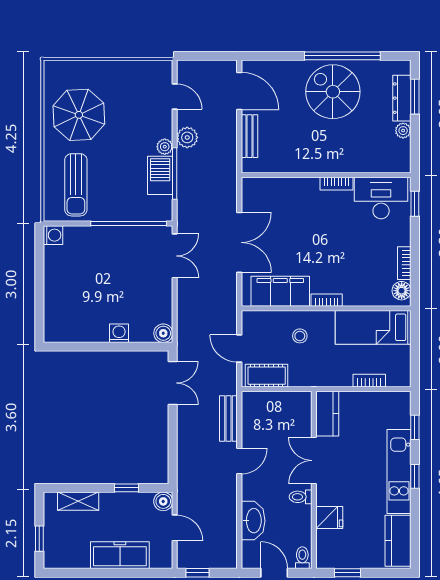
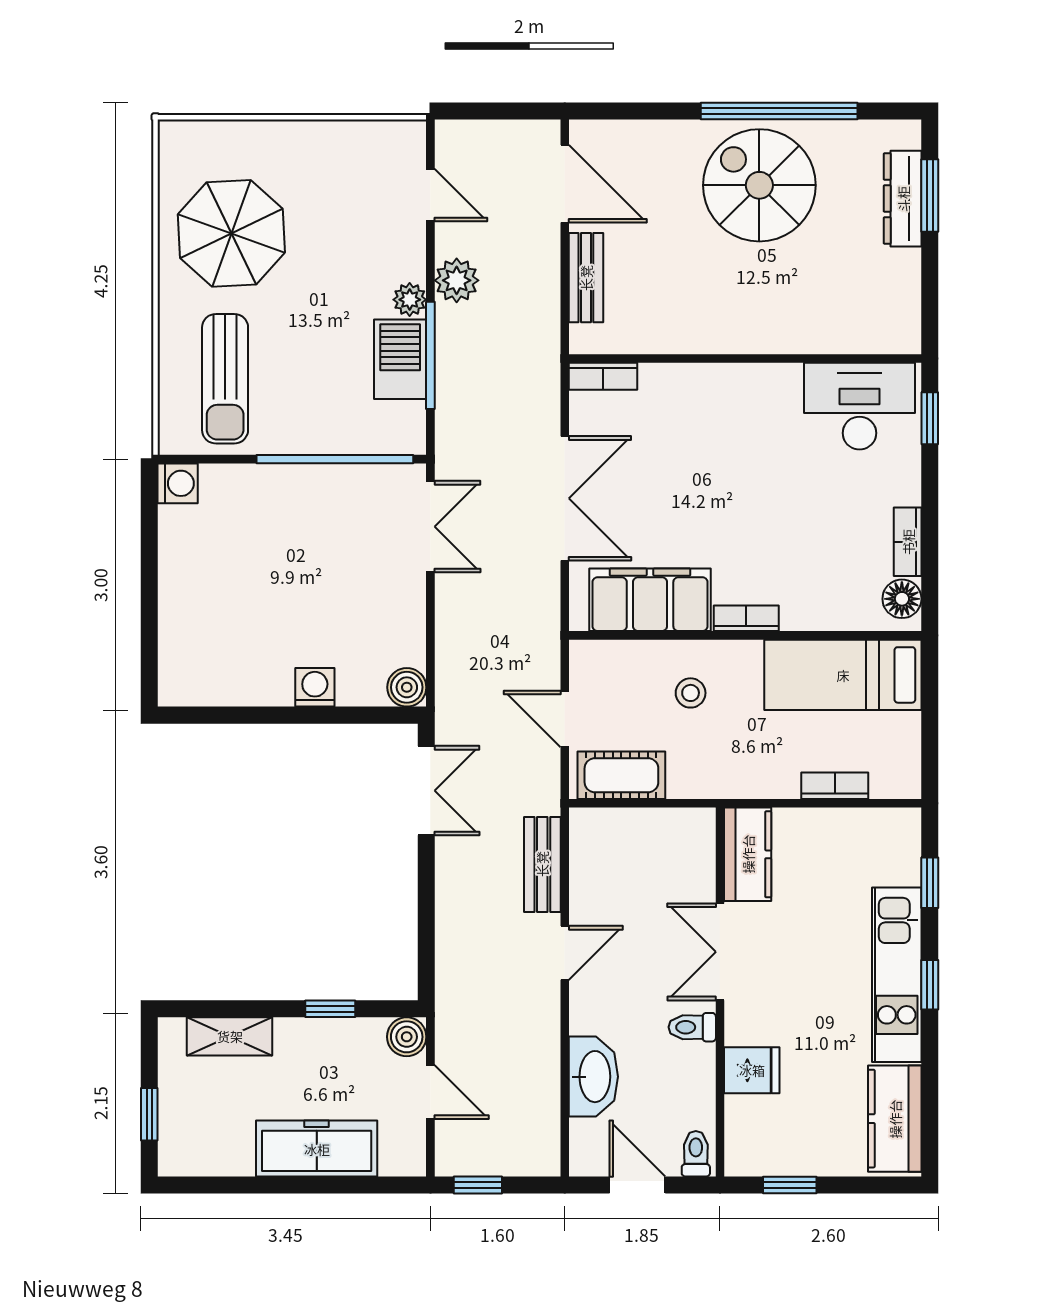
plant: (403, 131) -> (905, 266), removed
bookcase: (336, 184) -> (603, 376), moved

